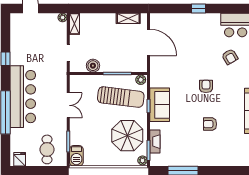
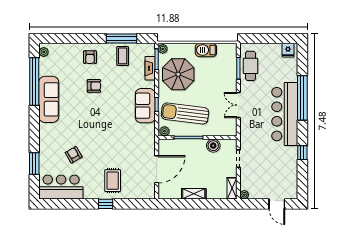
shelving: (128, 18) -> (194, 194), moved
rug: (192, 31) -> (113, 181), added
door: (148, 42) -> (157, 169), swing flipped
armchair: (206, 86) -> (90, 57), moved
cafe table: (47, 149) -> (250, 66), moved
coffee table: (182, 154) -> (123, 56), added
barbecue: (76, 156) -> (206, 50), moved, turned -90

